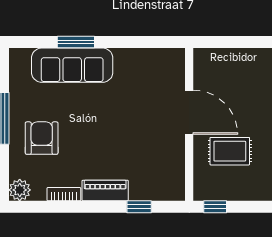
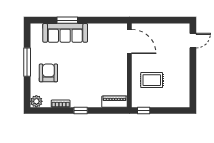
door: (189, 112) -> (129, 42), moved
piano: (105, 190) -> (115, 102), moved
window: (139, 207) -> (81, 111), moved

